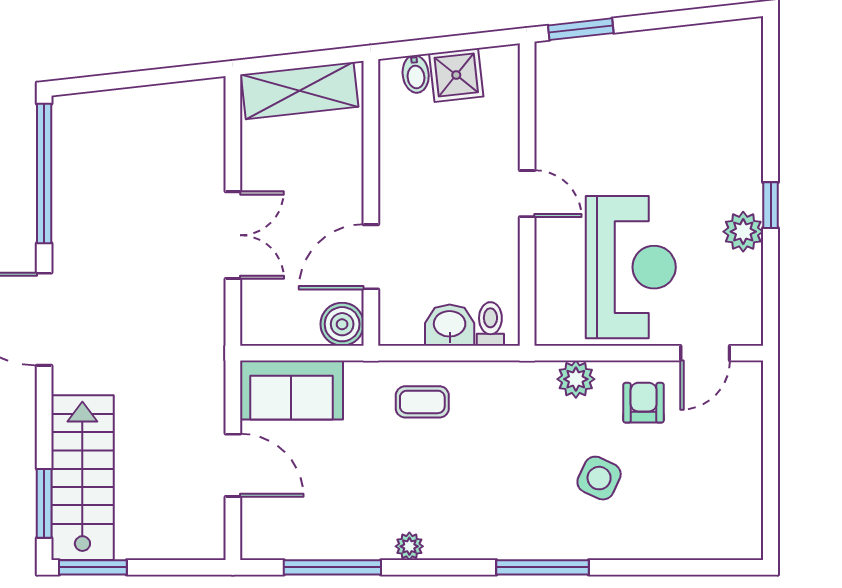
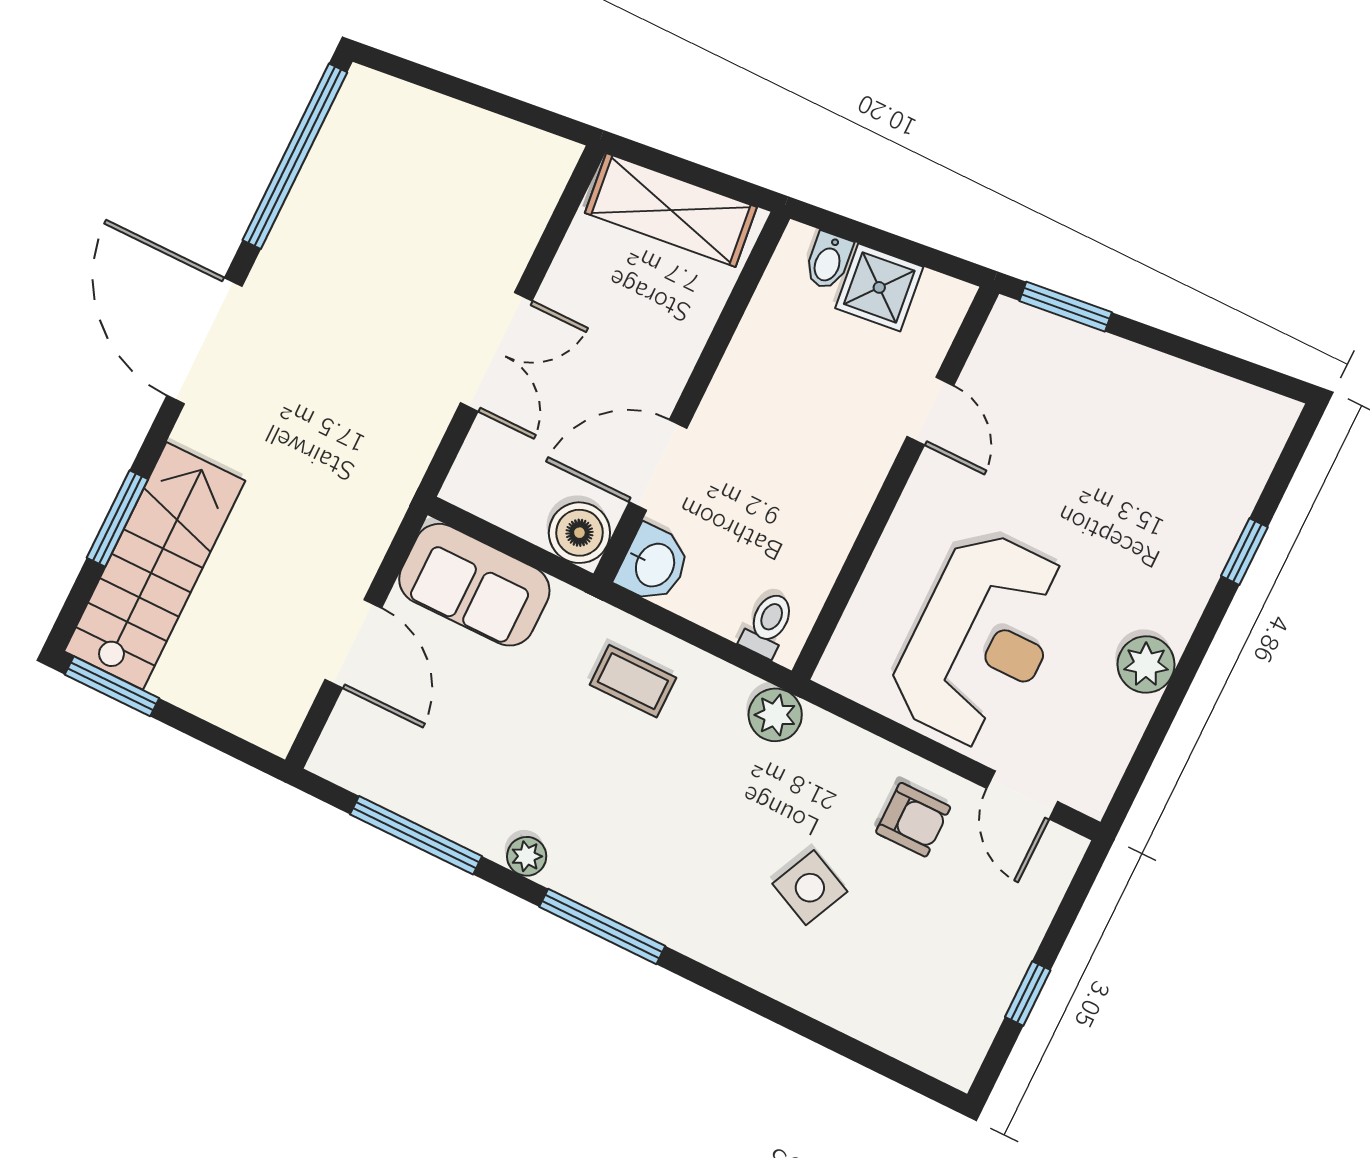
door: (527, 194) -> (930, 411), moved
window: (771, 205) -> (1244, 552), moved
washbasin: (450, 325) -> (653, 564), moved, turned 90
door: (705, 353) -> (1022, 795), hinge flipped
plant: (576, 379) -> (775, 715), moved
armchair: (644, 403) -> (913, 820), turned 90
window: (771, 477) -> (1028, 993), added
window: (44, 503) -> (117, 518), moved
window: (542, 567) -> (602, 926), moved

